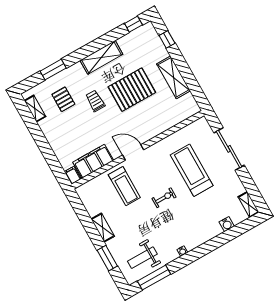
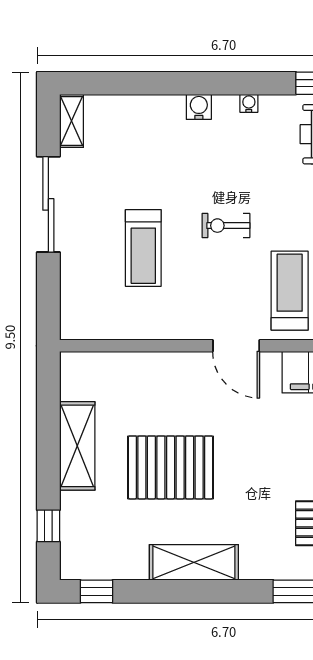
trolley: (95, 101) -> (253, 486), removed
sliding door: (229, 149) -> (48, 204), moved
treadmill: (192, 170) -> (143, 248), width x0.73, depth x0.73
water cooler: (227, 224) -> (199, 107), moved

